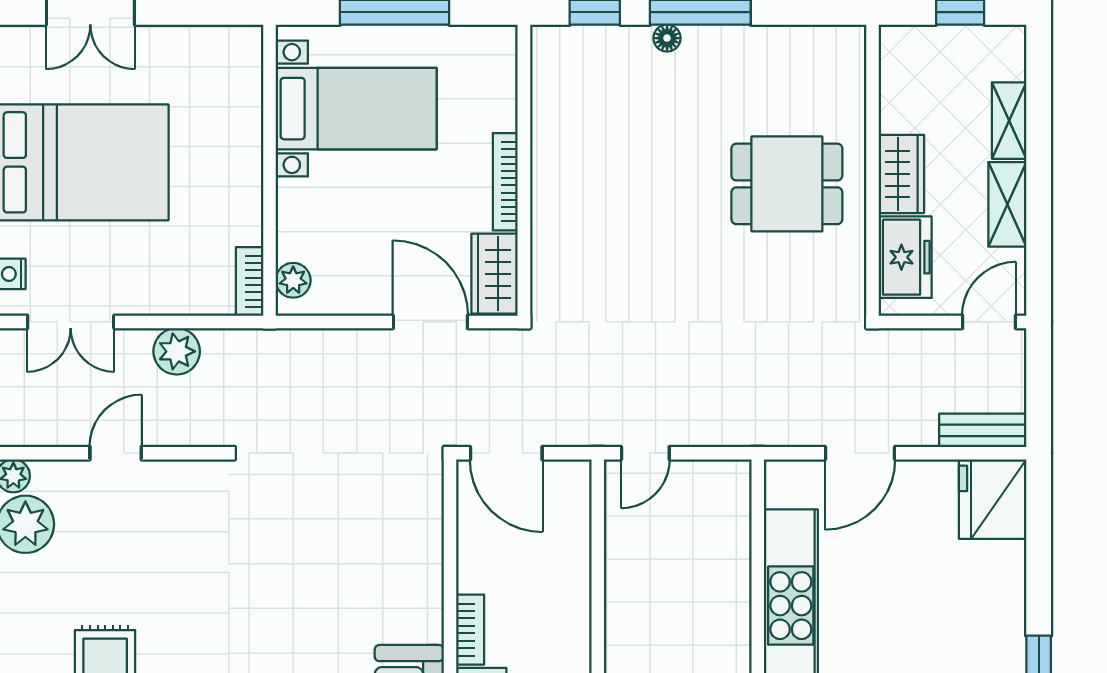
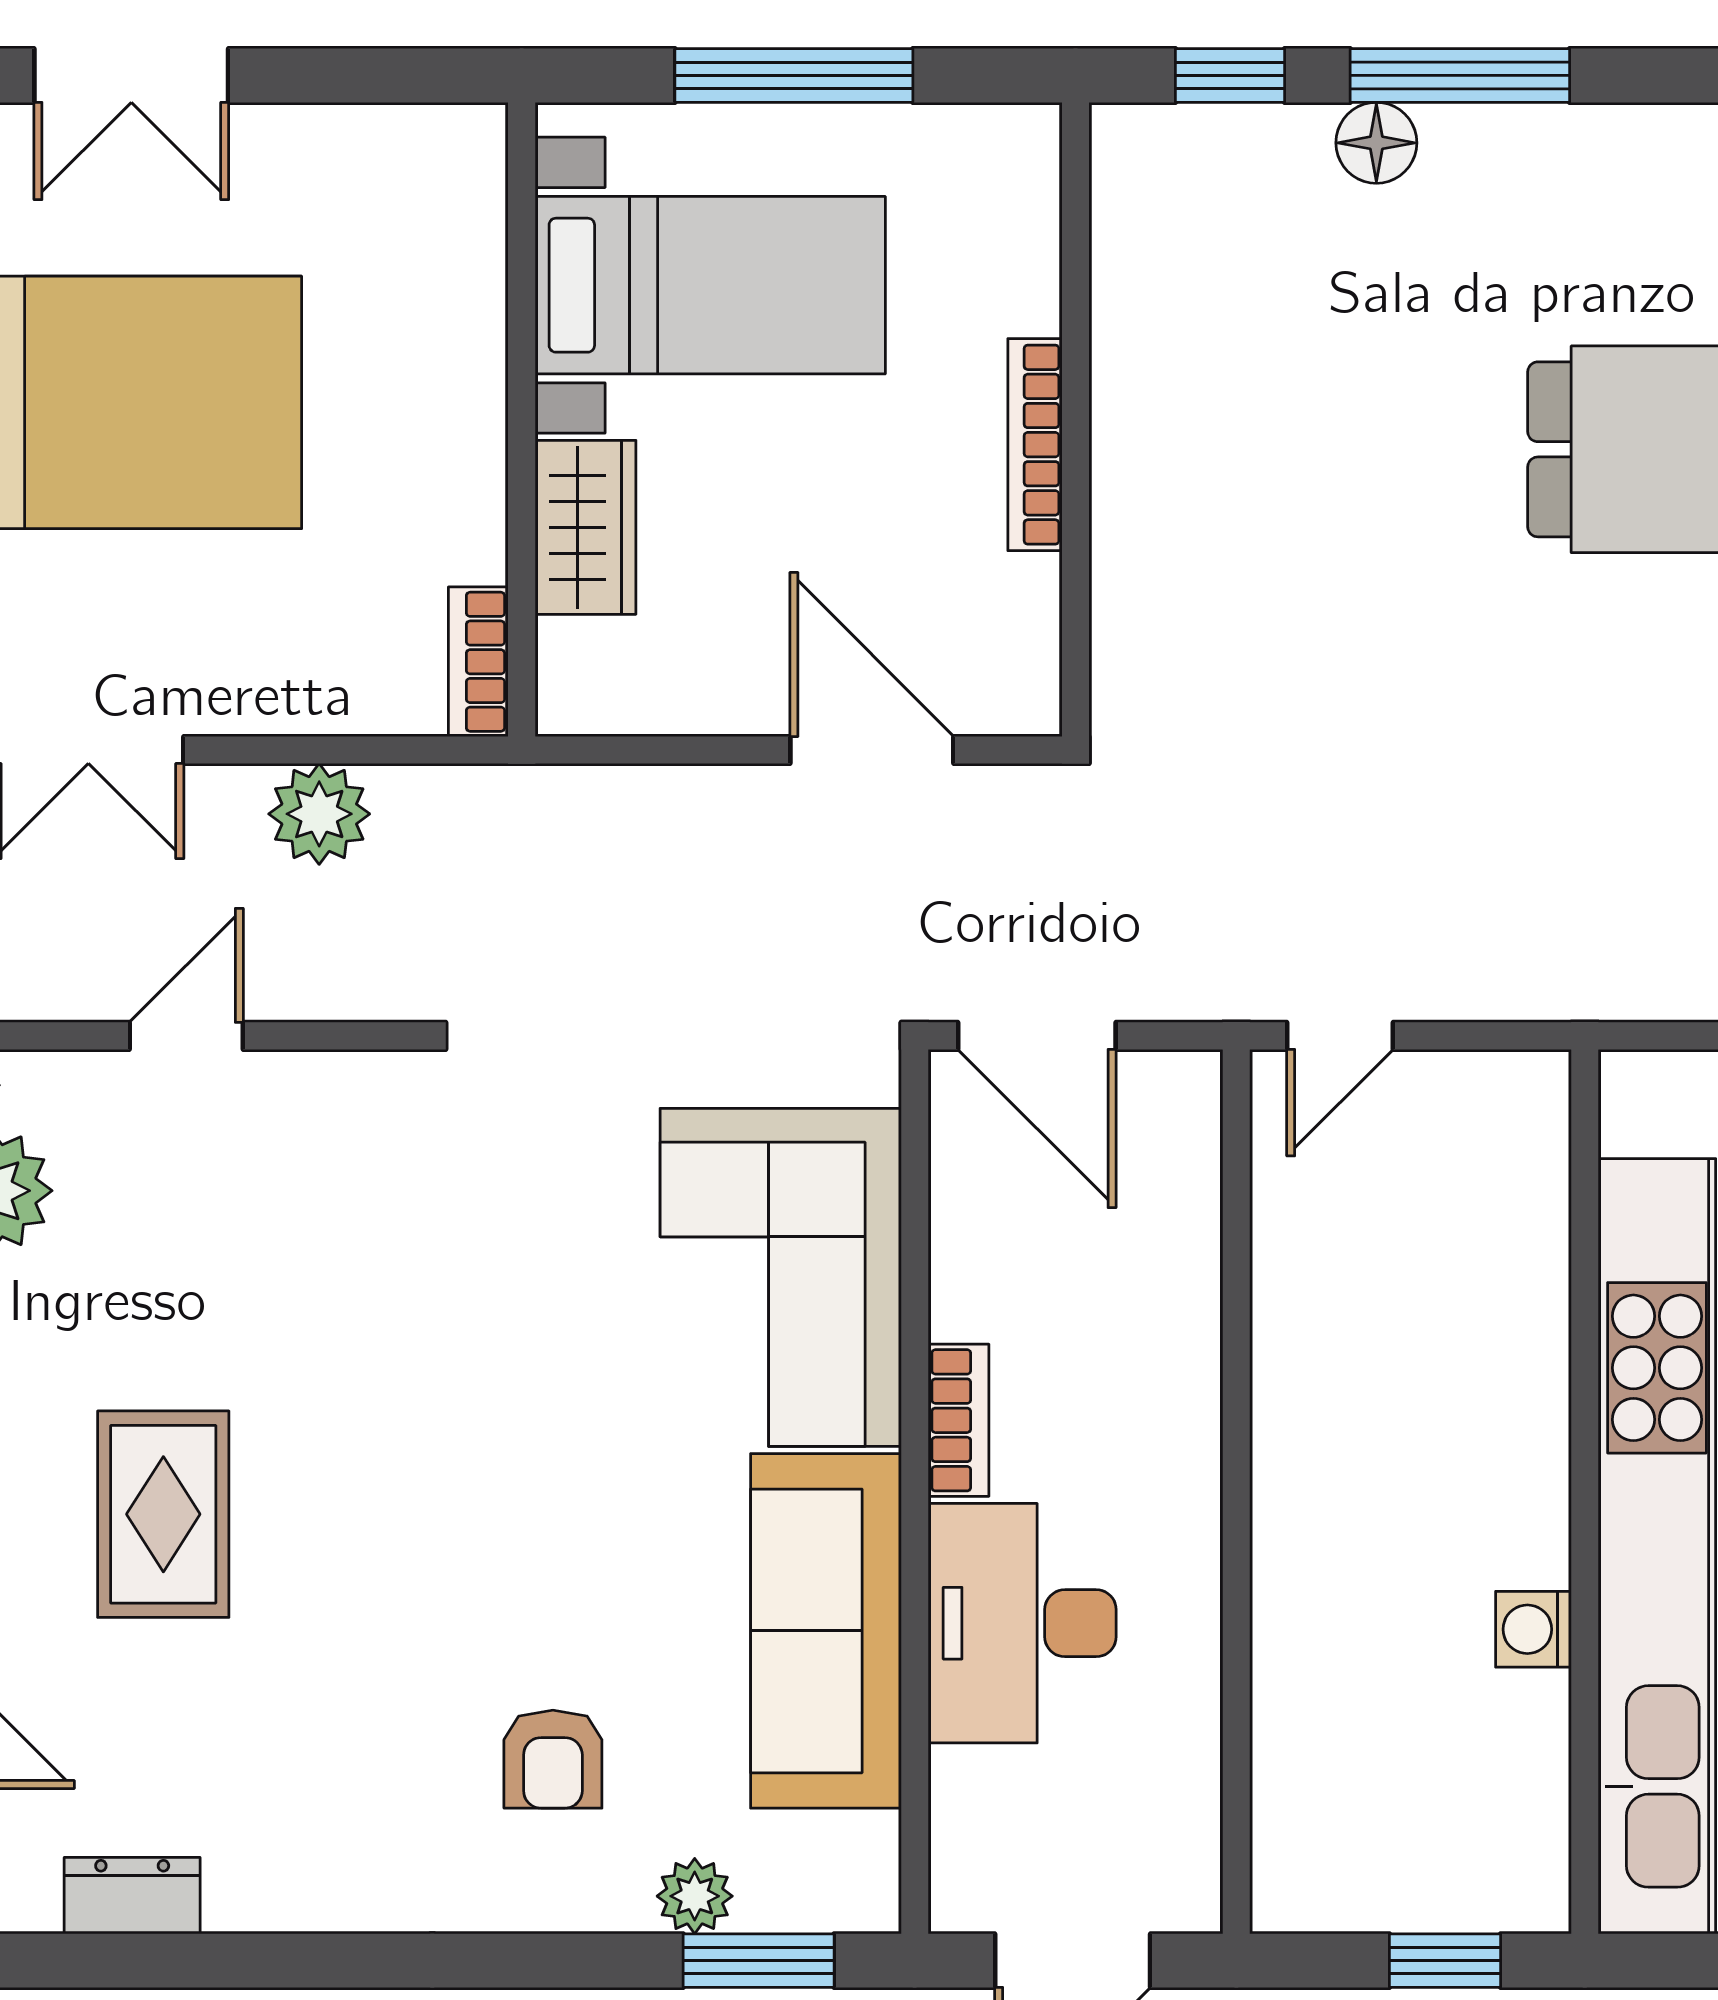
floor lamp: (667, 38) -> (1376, 143), width x1.37, depth x1.37
wardrobe: (495, 274) -> (585, 527), moved, turned 180
plant: (293, 280) -> (573, 659), removed
corner sofa: (389, 564) -> (781, 1277), added

